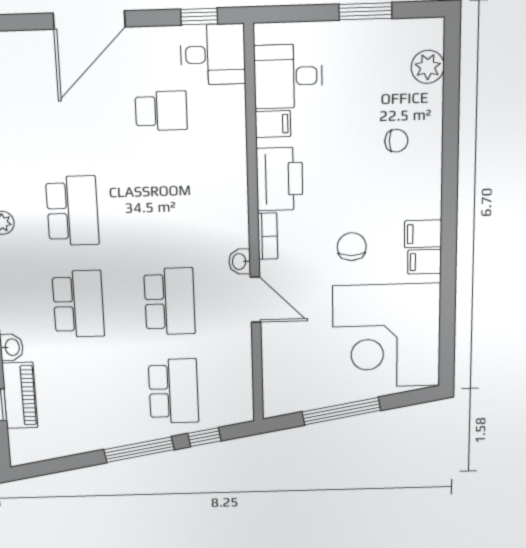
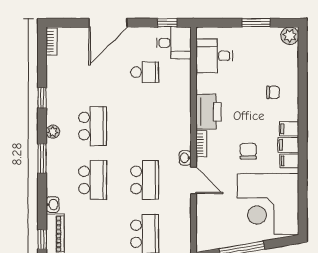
plant: (428, 67) -> (290, 36), moved
filing cabinet: (273, 124) -> (289, 129), moved, turned 180

